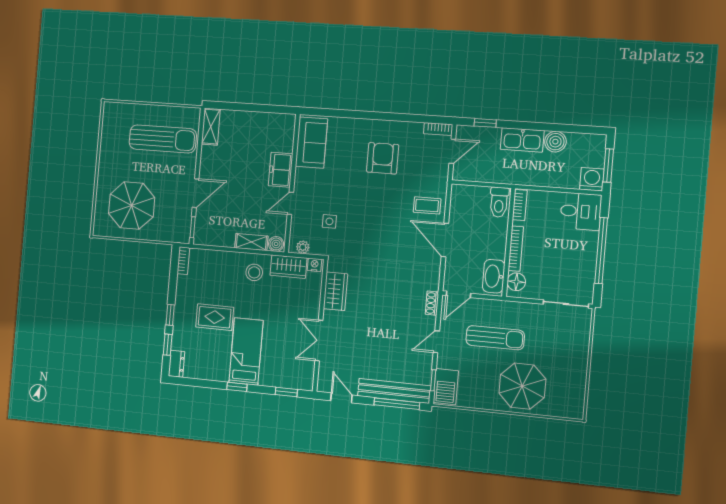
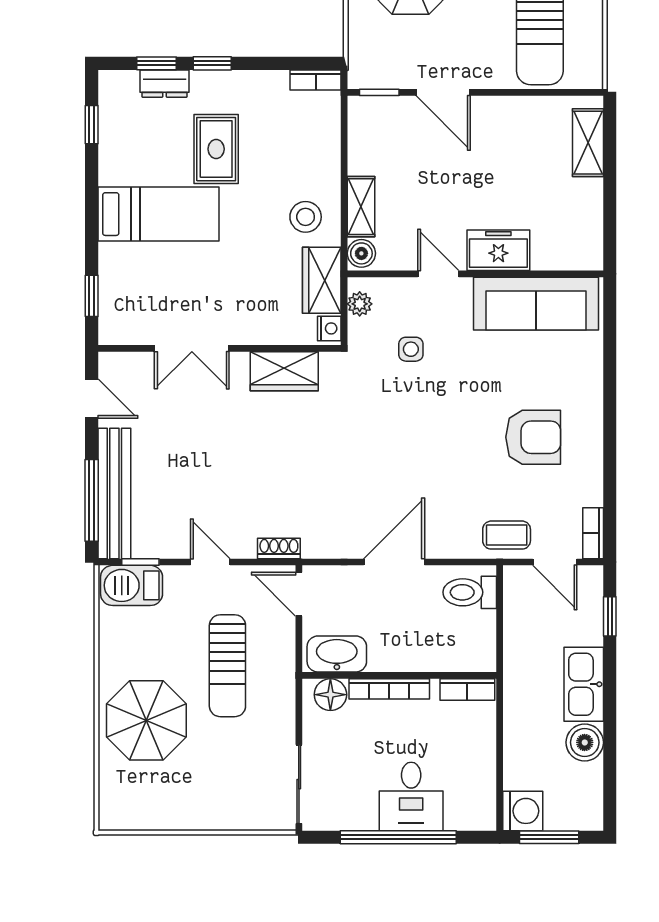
shelving: (211, 127) -> (588, 143), moved, turned 90
sofa: (311, 143) -> (536, 304), width x1.36
toilet: (499, 202) -> (470, 592), moved
coffee table: (427, 205) -> (507, 535), moved, turned 90
desk: (581, 211) -> (411, 796), moved
double door: (319, 340) -> (192, 348), swing flipped
dresser: (176, 364) -> (165, 84), moved
window: (237, 387) -> (92, 125), moved
door: (341, 398) -> (92, 399), hinge flipped

